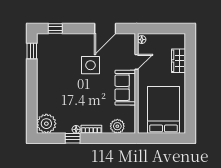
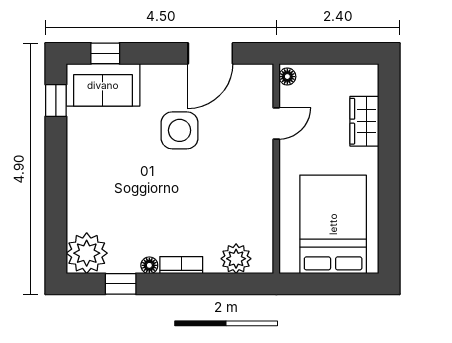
sofa: (125, 88) -> (103, 85), moved, turned -90
window: (73, 138) -> (121, 284), moved

